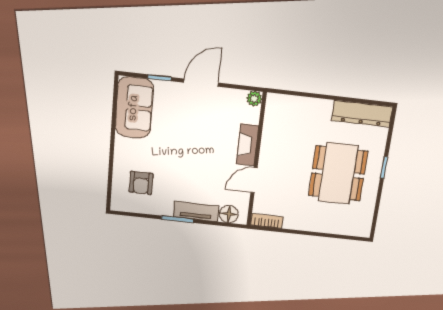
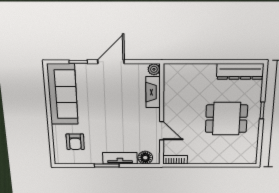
sofa: (134, 108) -> (63, 94), width x1.36
fireplace: (247, 145) -> (153, 92), moved
dining table: (338, 173) -> (226, 119), width x0.73
door: (254, 180) -> (162, 131), swing flipped

